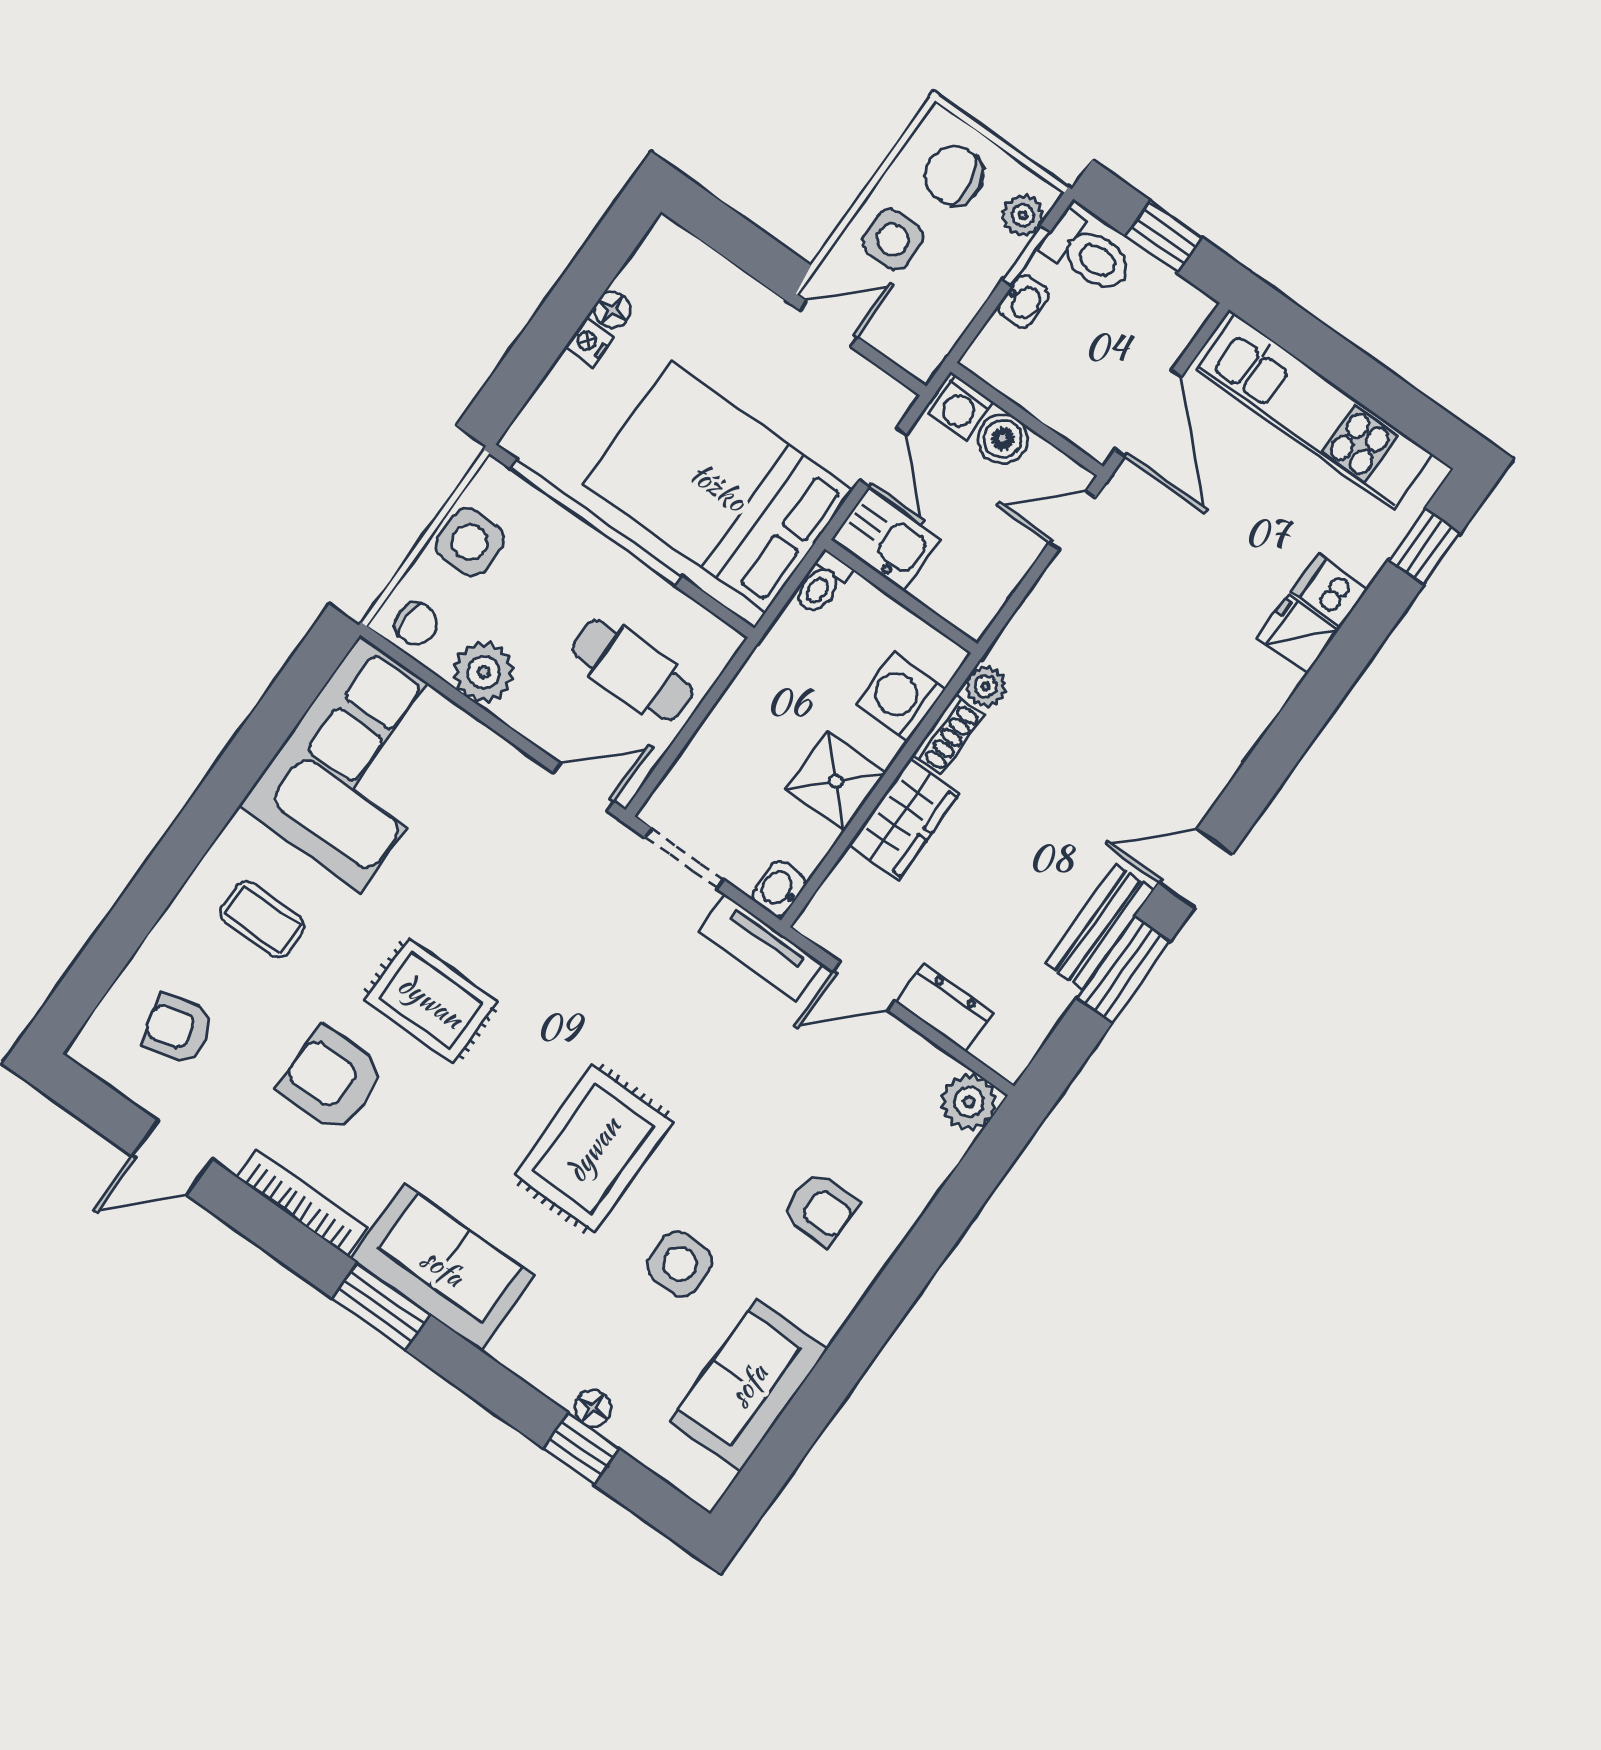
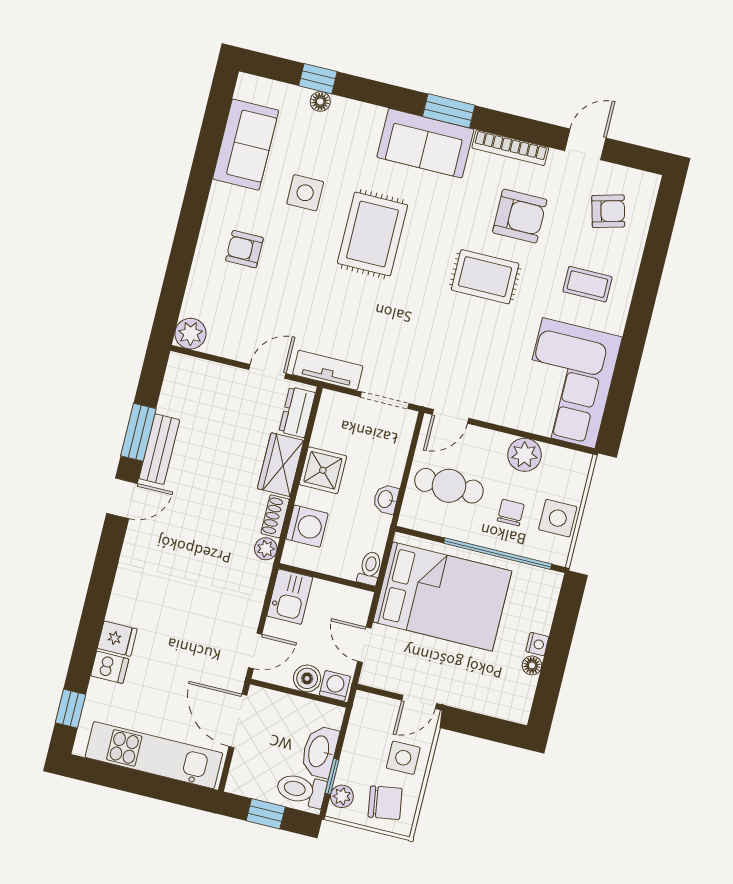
washbasin: (1024, 301) -> (320, 752), width x1.91, depth x1.45
kitchen sink: (886, 539) -> (290, 597), moved, turned -90
chair: (416, 624) -> (511, 513), moved, turned 90
washbasin: (779, 889) -> (386, 499), moved, turned 180
dresser: (944, 1007) -> (297, 412), moved, turned 90

